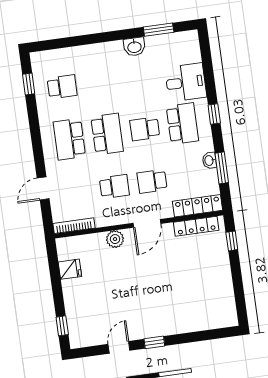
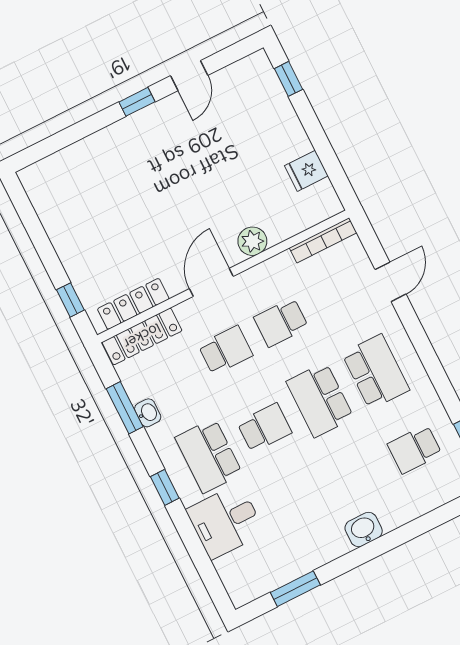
washbasin: (134, 47) -> (364, 530), moved

